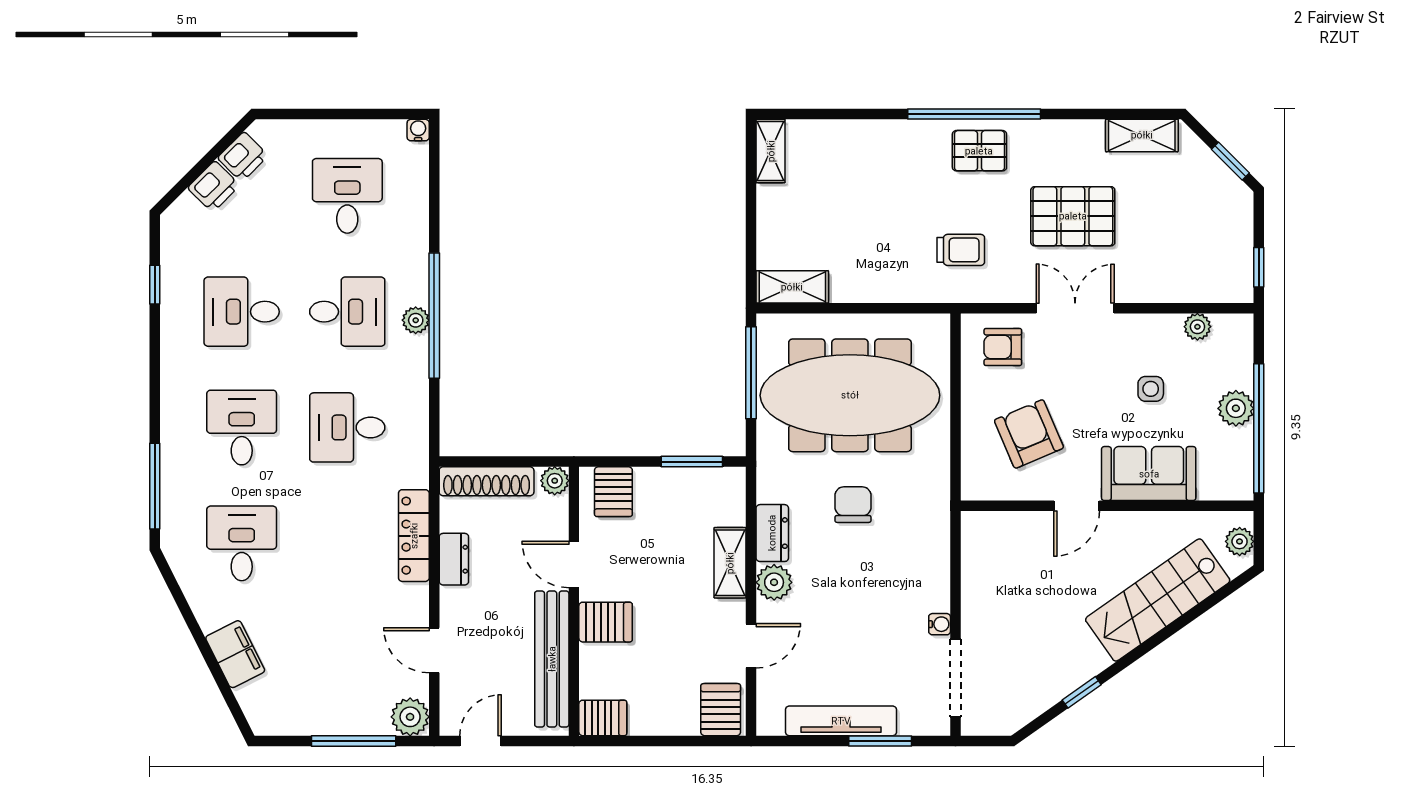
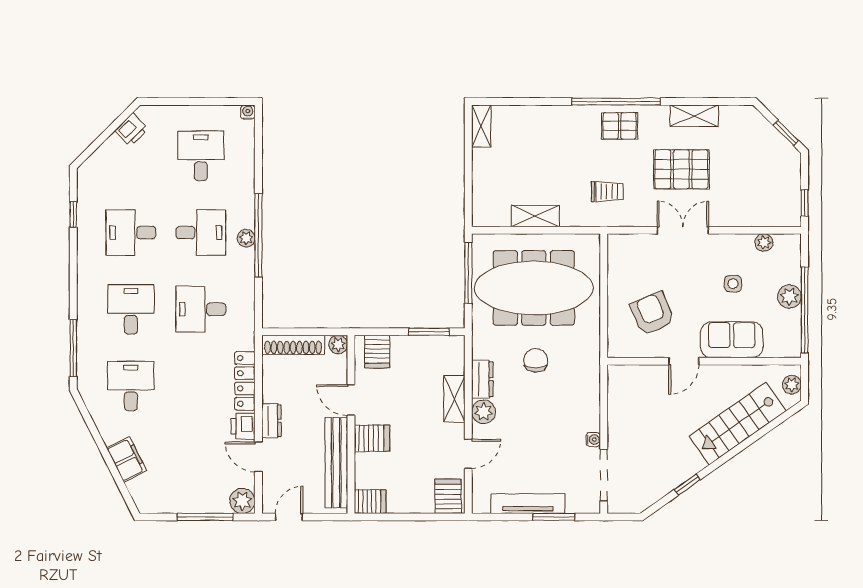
shelving: (1142, 135) -> (694, 116), moved
printer: (214, 187) -> (243, 426), moved, turned 135
shelving: (792, 287) -> (535, 216), moved
armchair: (1003, 347) -> (635, 256), removed
dresser: (454, 559) -> (271, 421), moved

